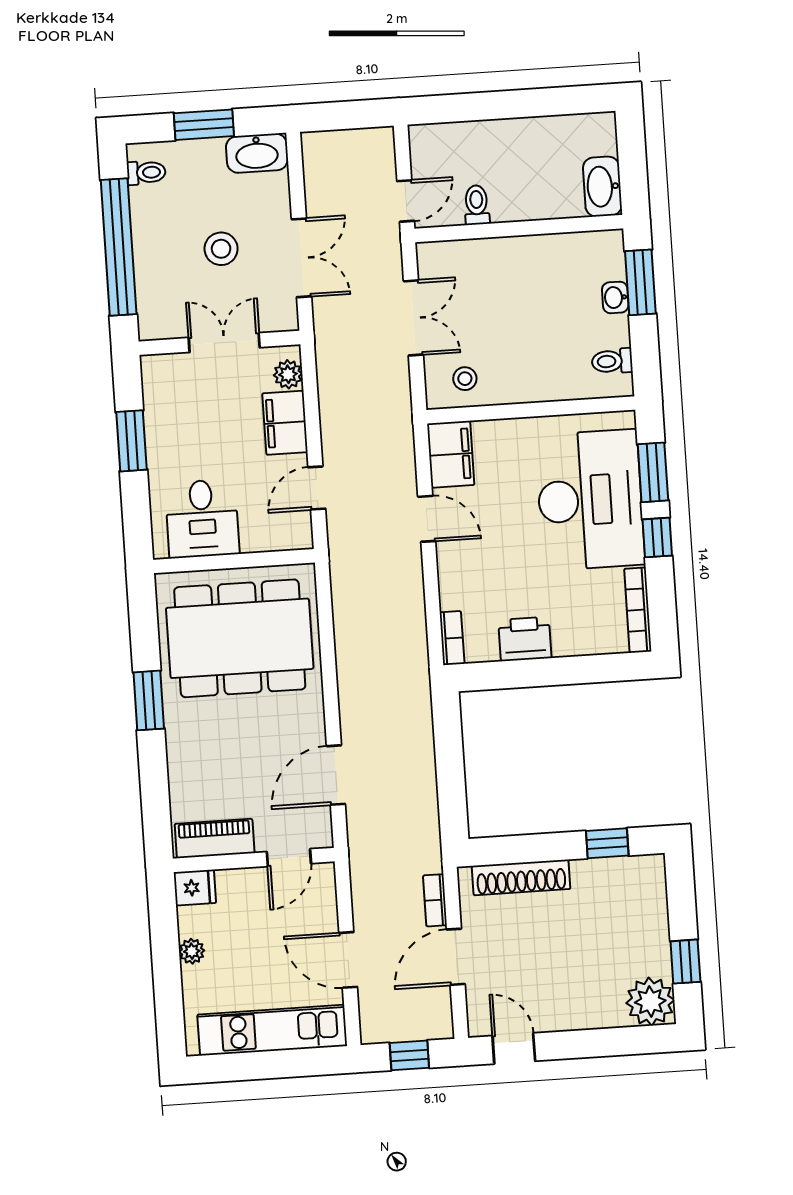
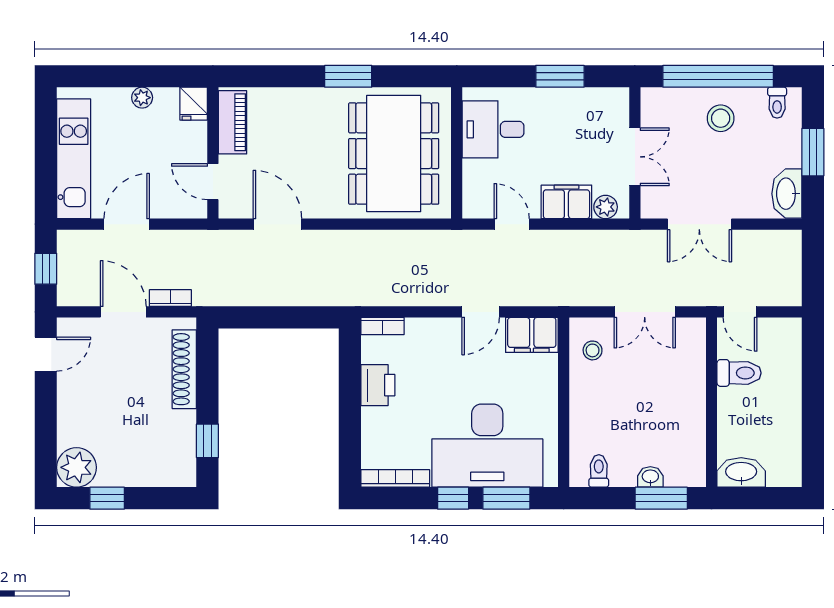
toilet: (477, 205) -> (739, 373), width x1.37, depth x1.39
stool: (221, 249) -> (721, 118), moved

